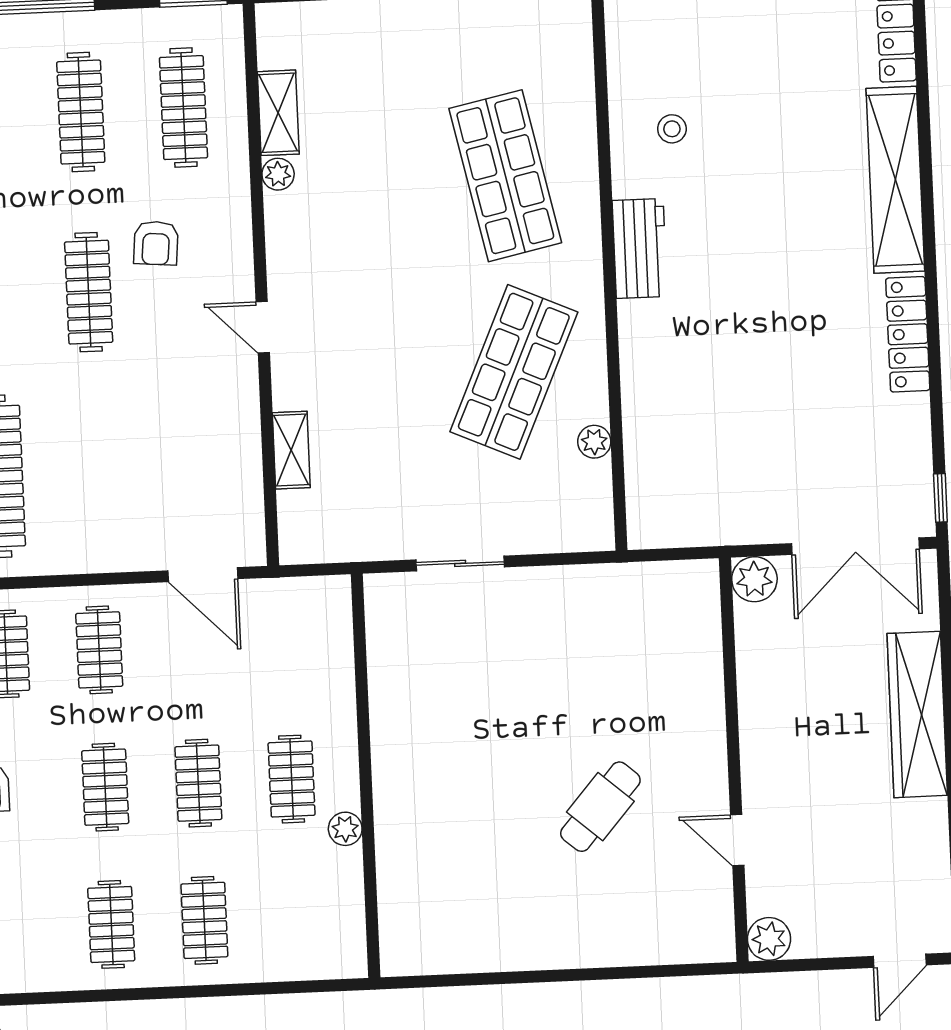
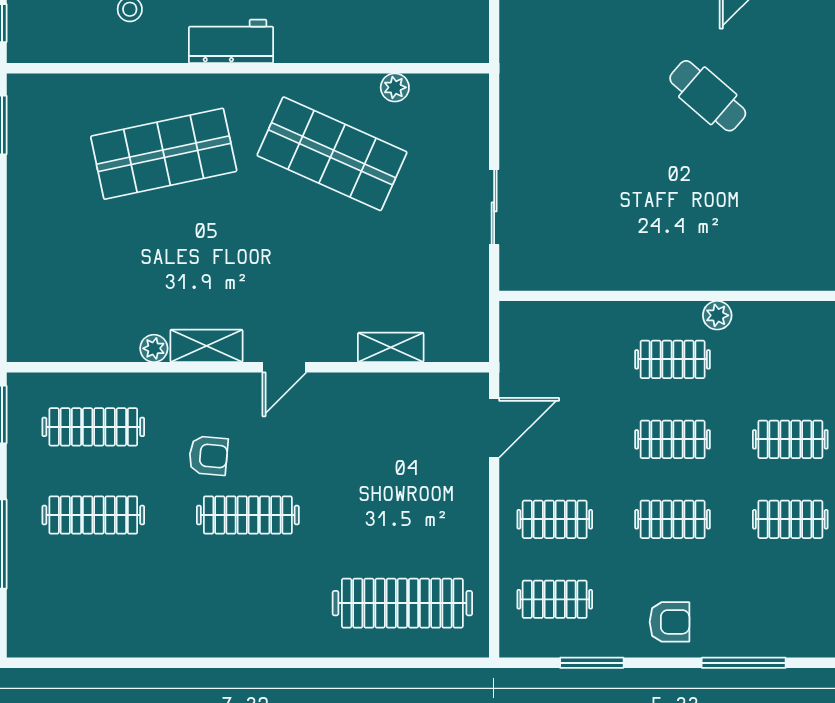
shelving: (278, 113) -> (206, 346), moved

